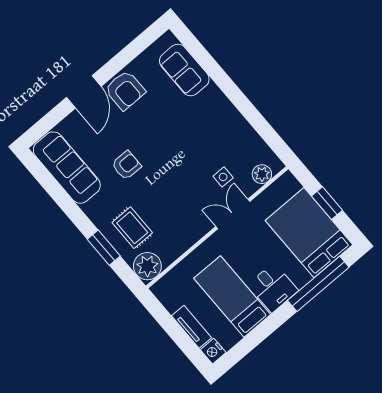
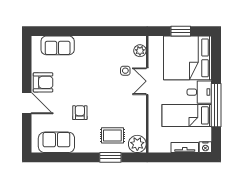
sofa: (67, 168) -> (56, 142), width x0.73
bed: (309, 233) -> (188, 58), width x1.36
window: (318, 284) -> (216, 105), moved

